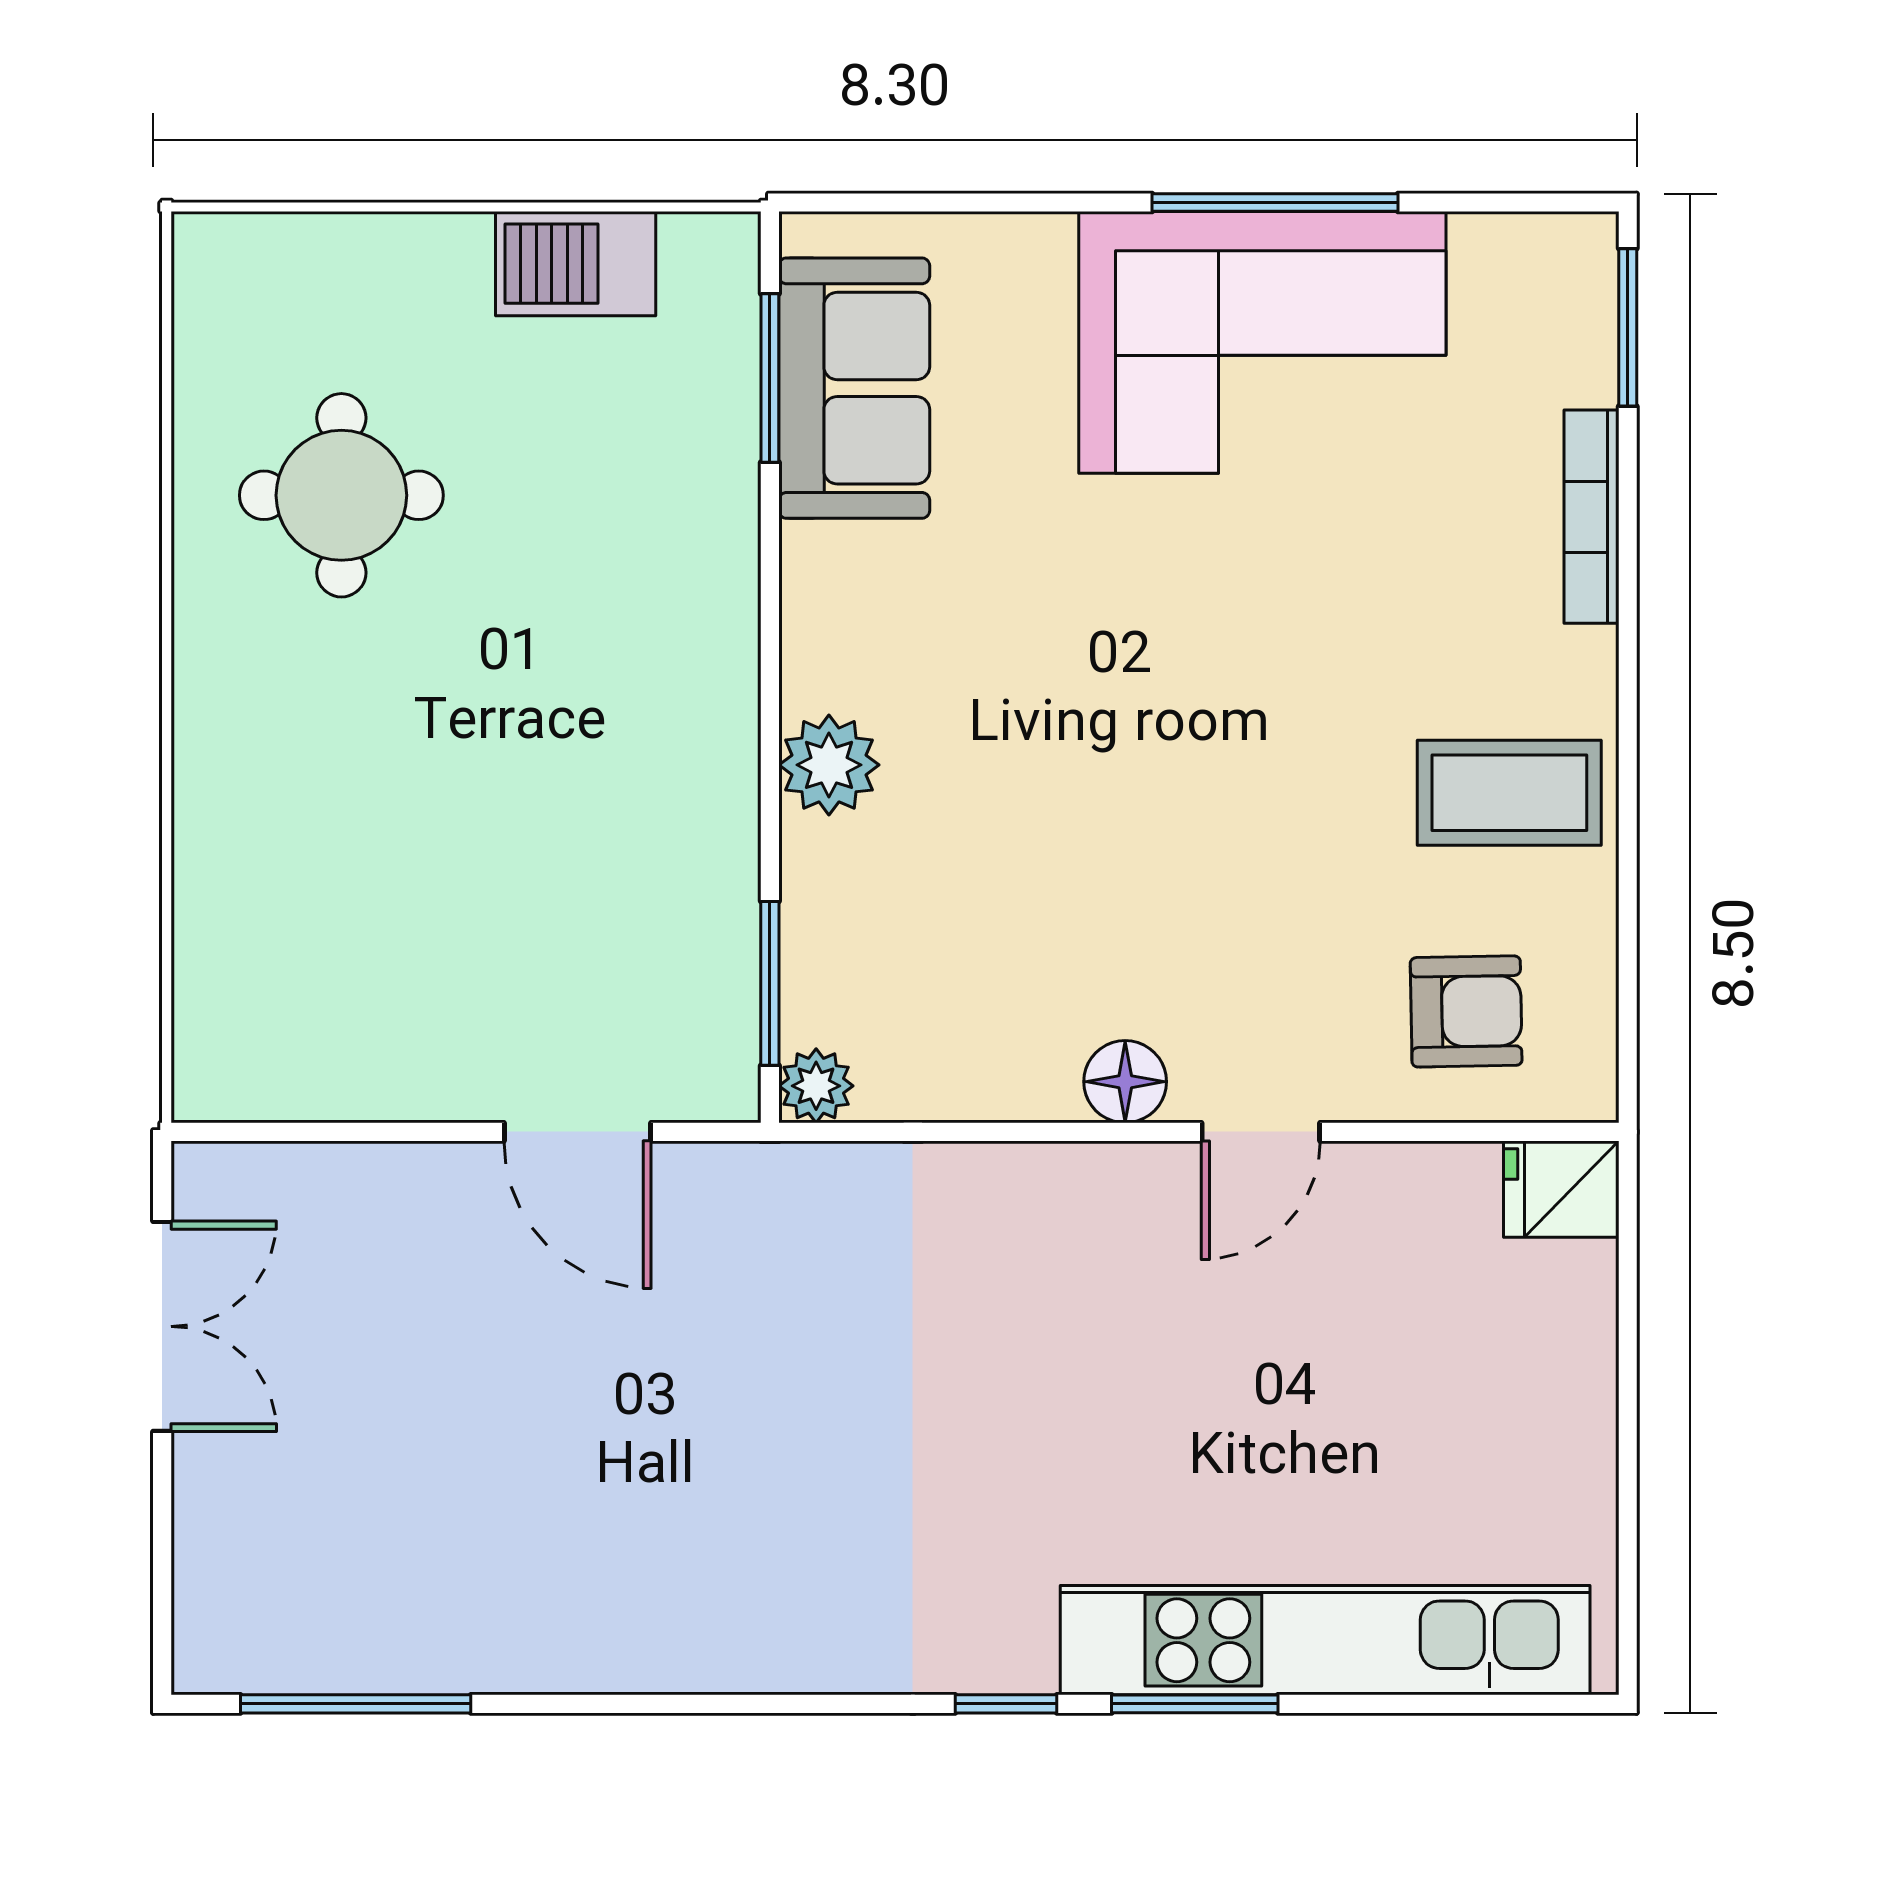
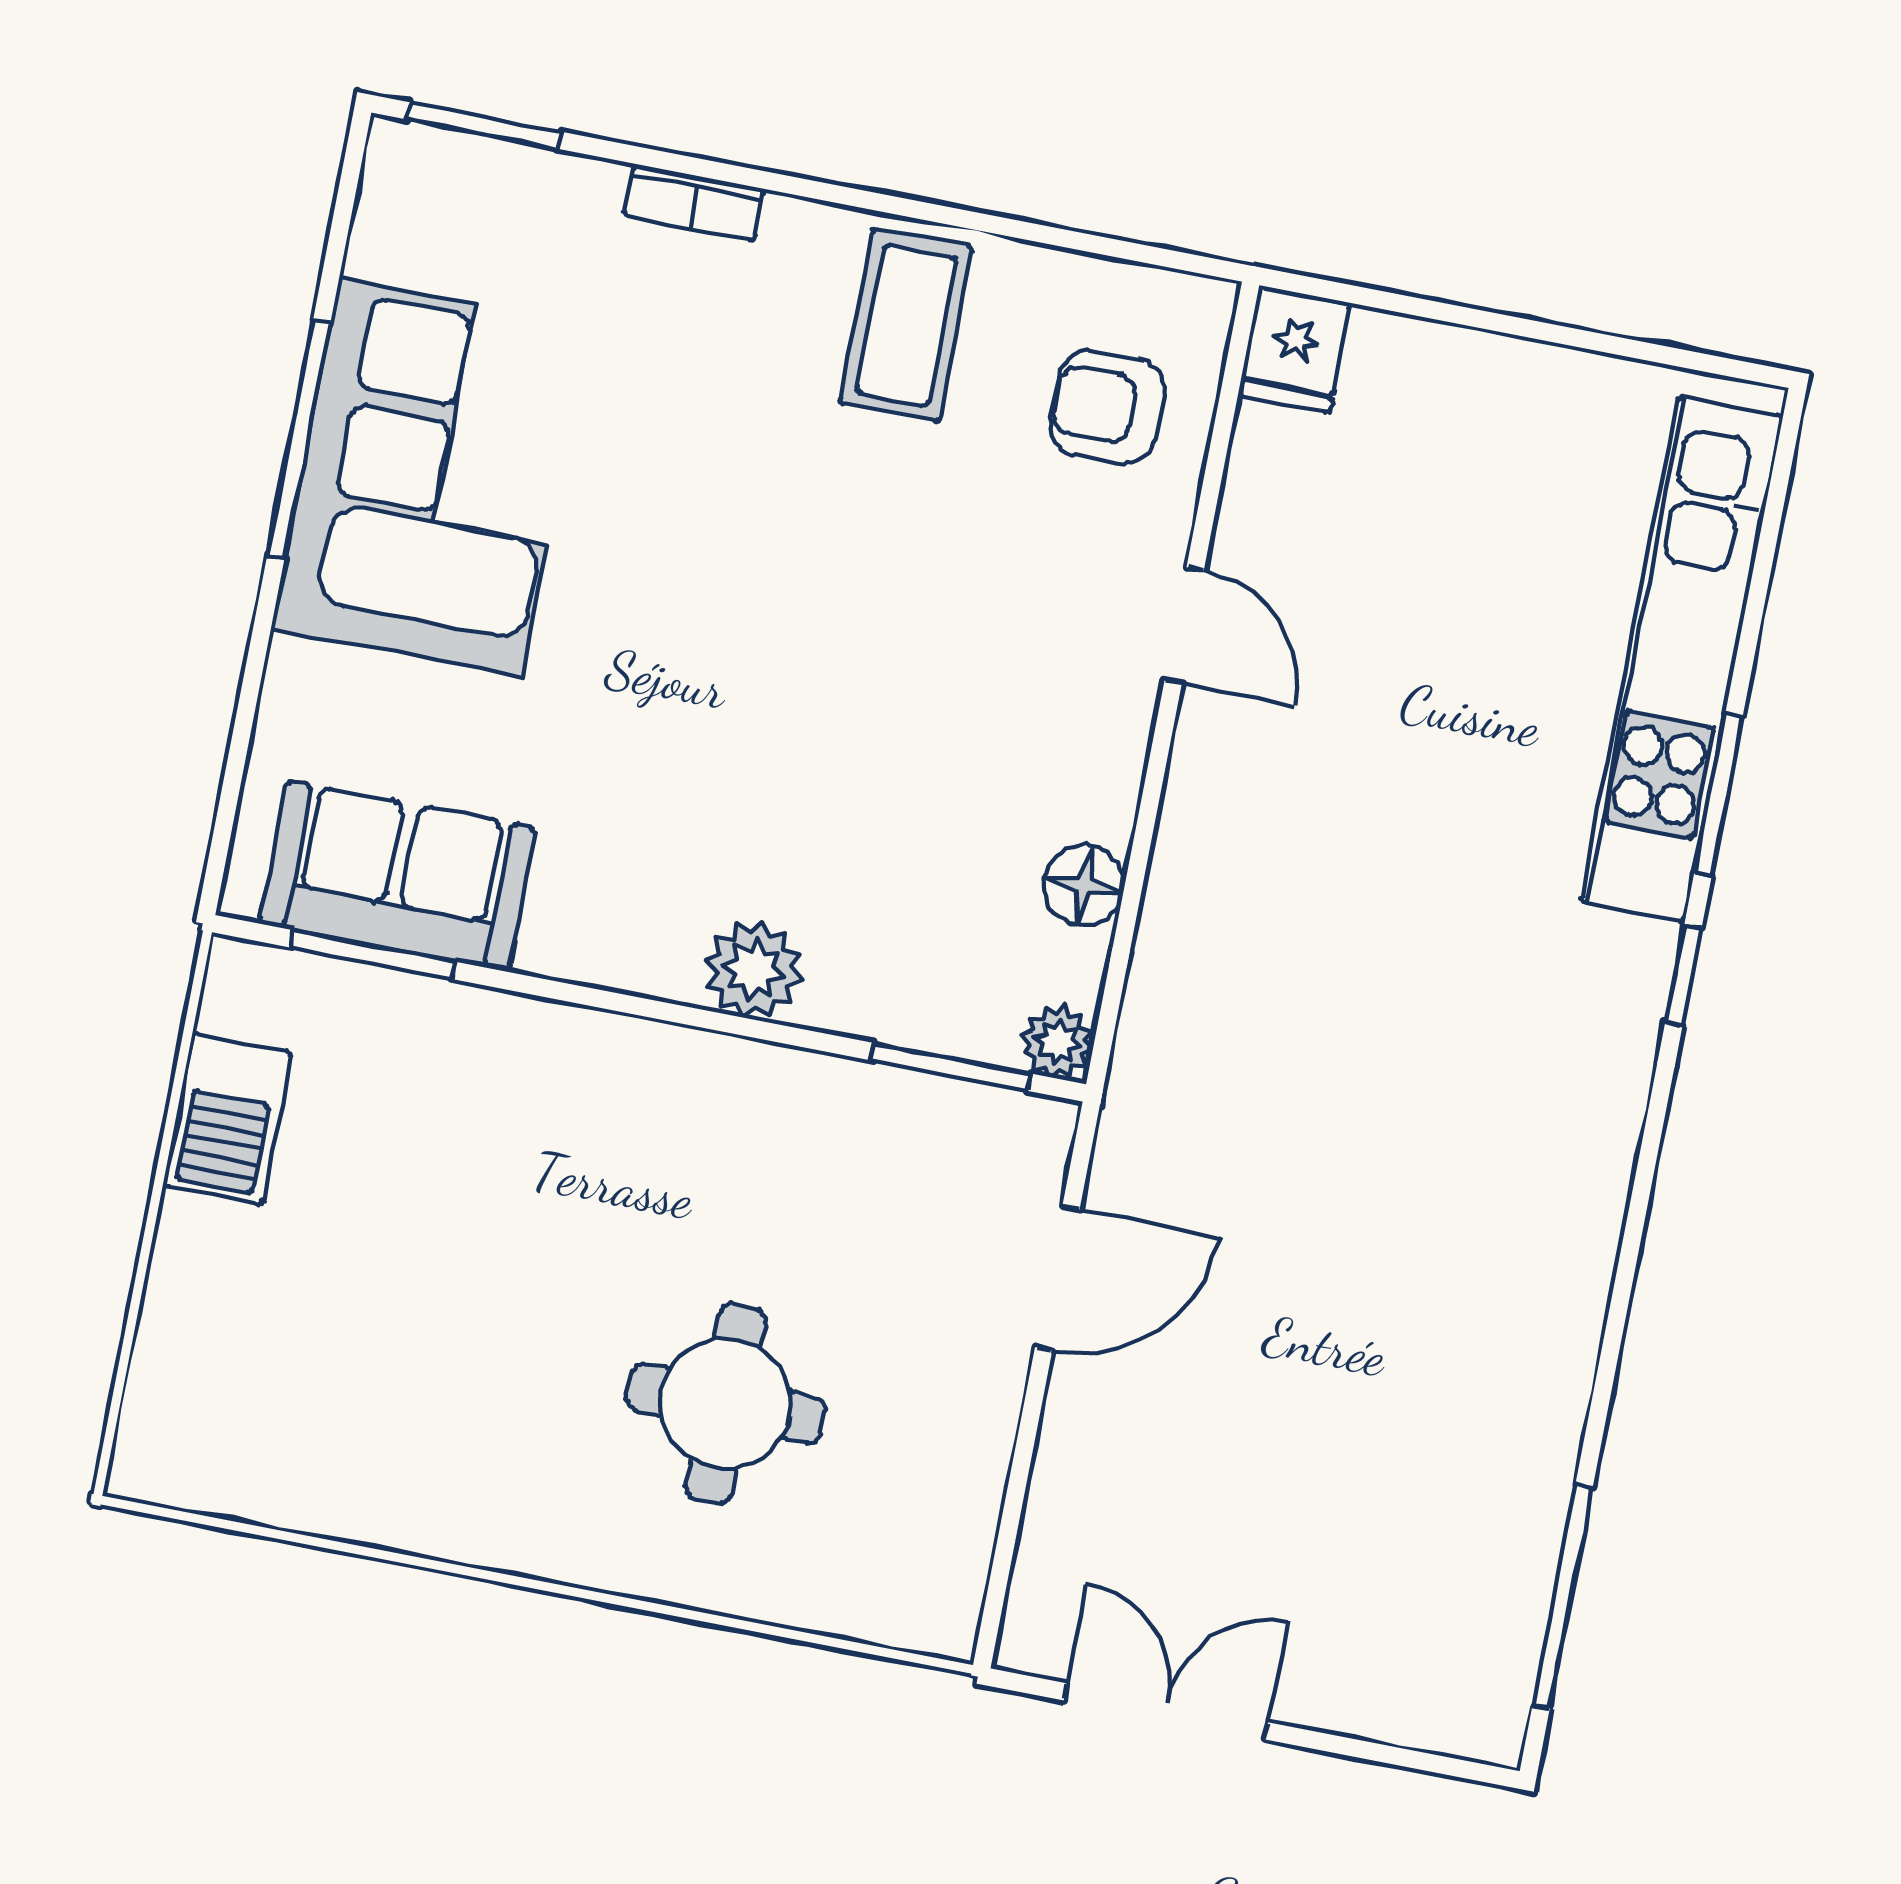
round table: (341, 495) -> (725, 1404), moved
bookcase: (1592, 517) -> (694, 202), width x0.64
armchair: (1466, 1011) -> (1107, 407), turned -89
floor lamp: (1125, 1082) -> (1084, 885), moved

